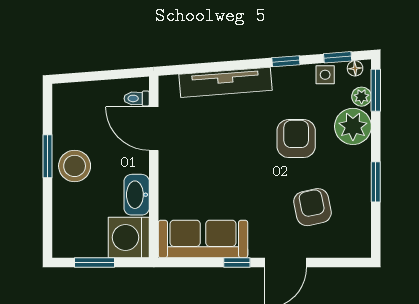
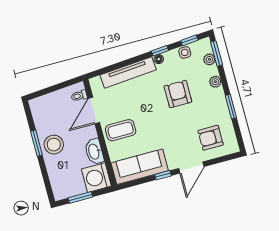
floor lamp: (355, 68) -> (159, 59), moved
plant: (353, 126) -> (215, 82), width x0.53, depth x0.53
door: (154, 129) -> (94, 111), hinge flipped
coffee table: (188, 172) -> (121, 130), added
armchair: (312, 207) -> (211, 138), moved, turned -78

